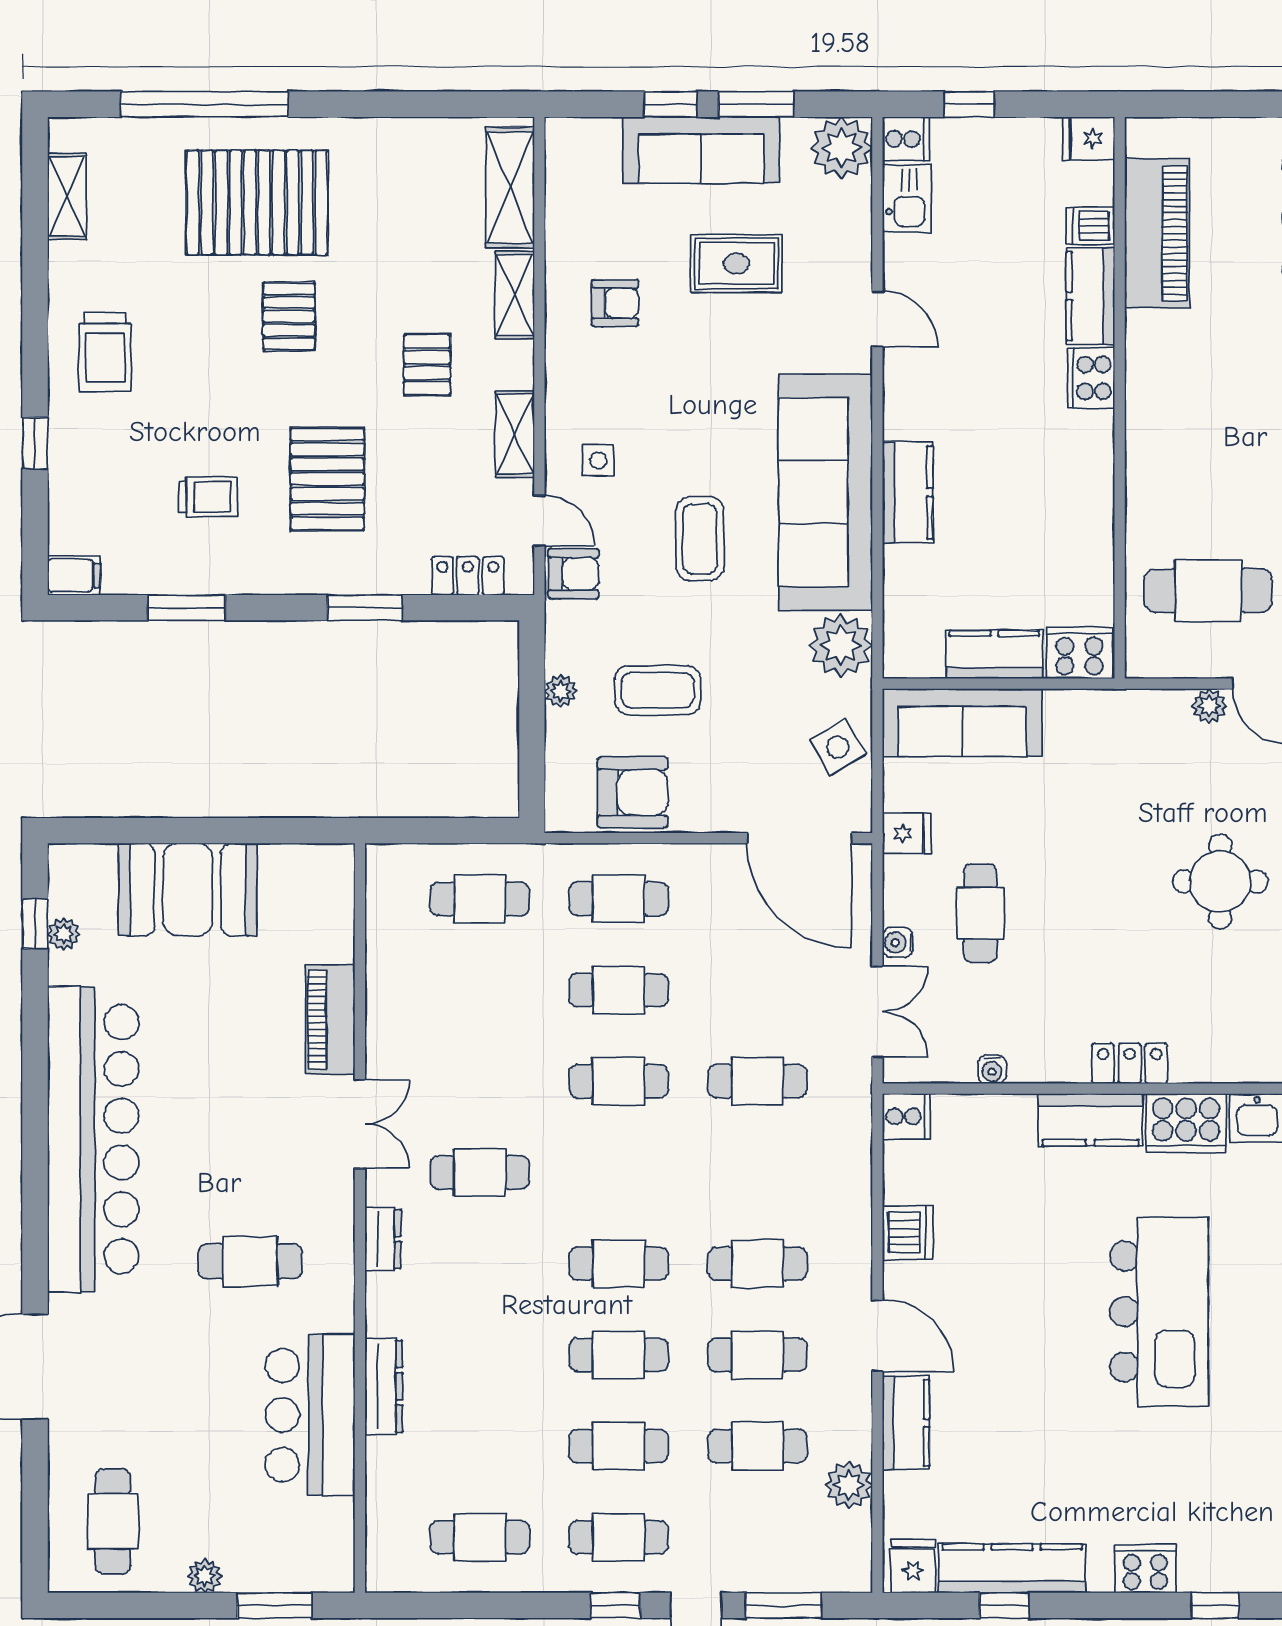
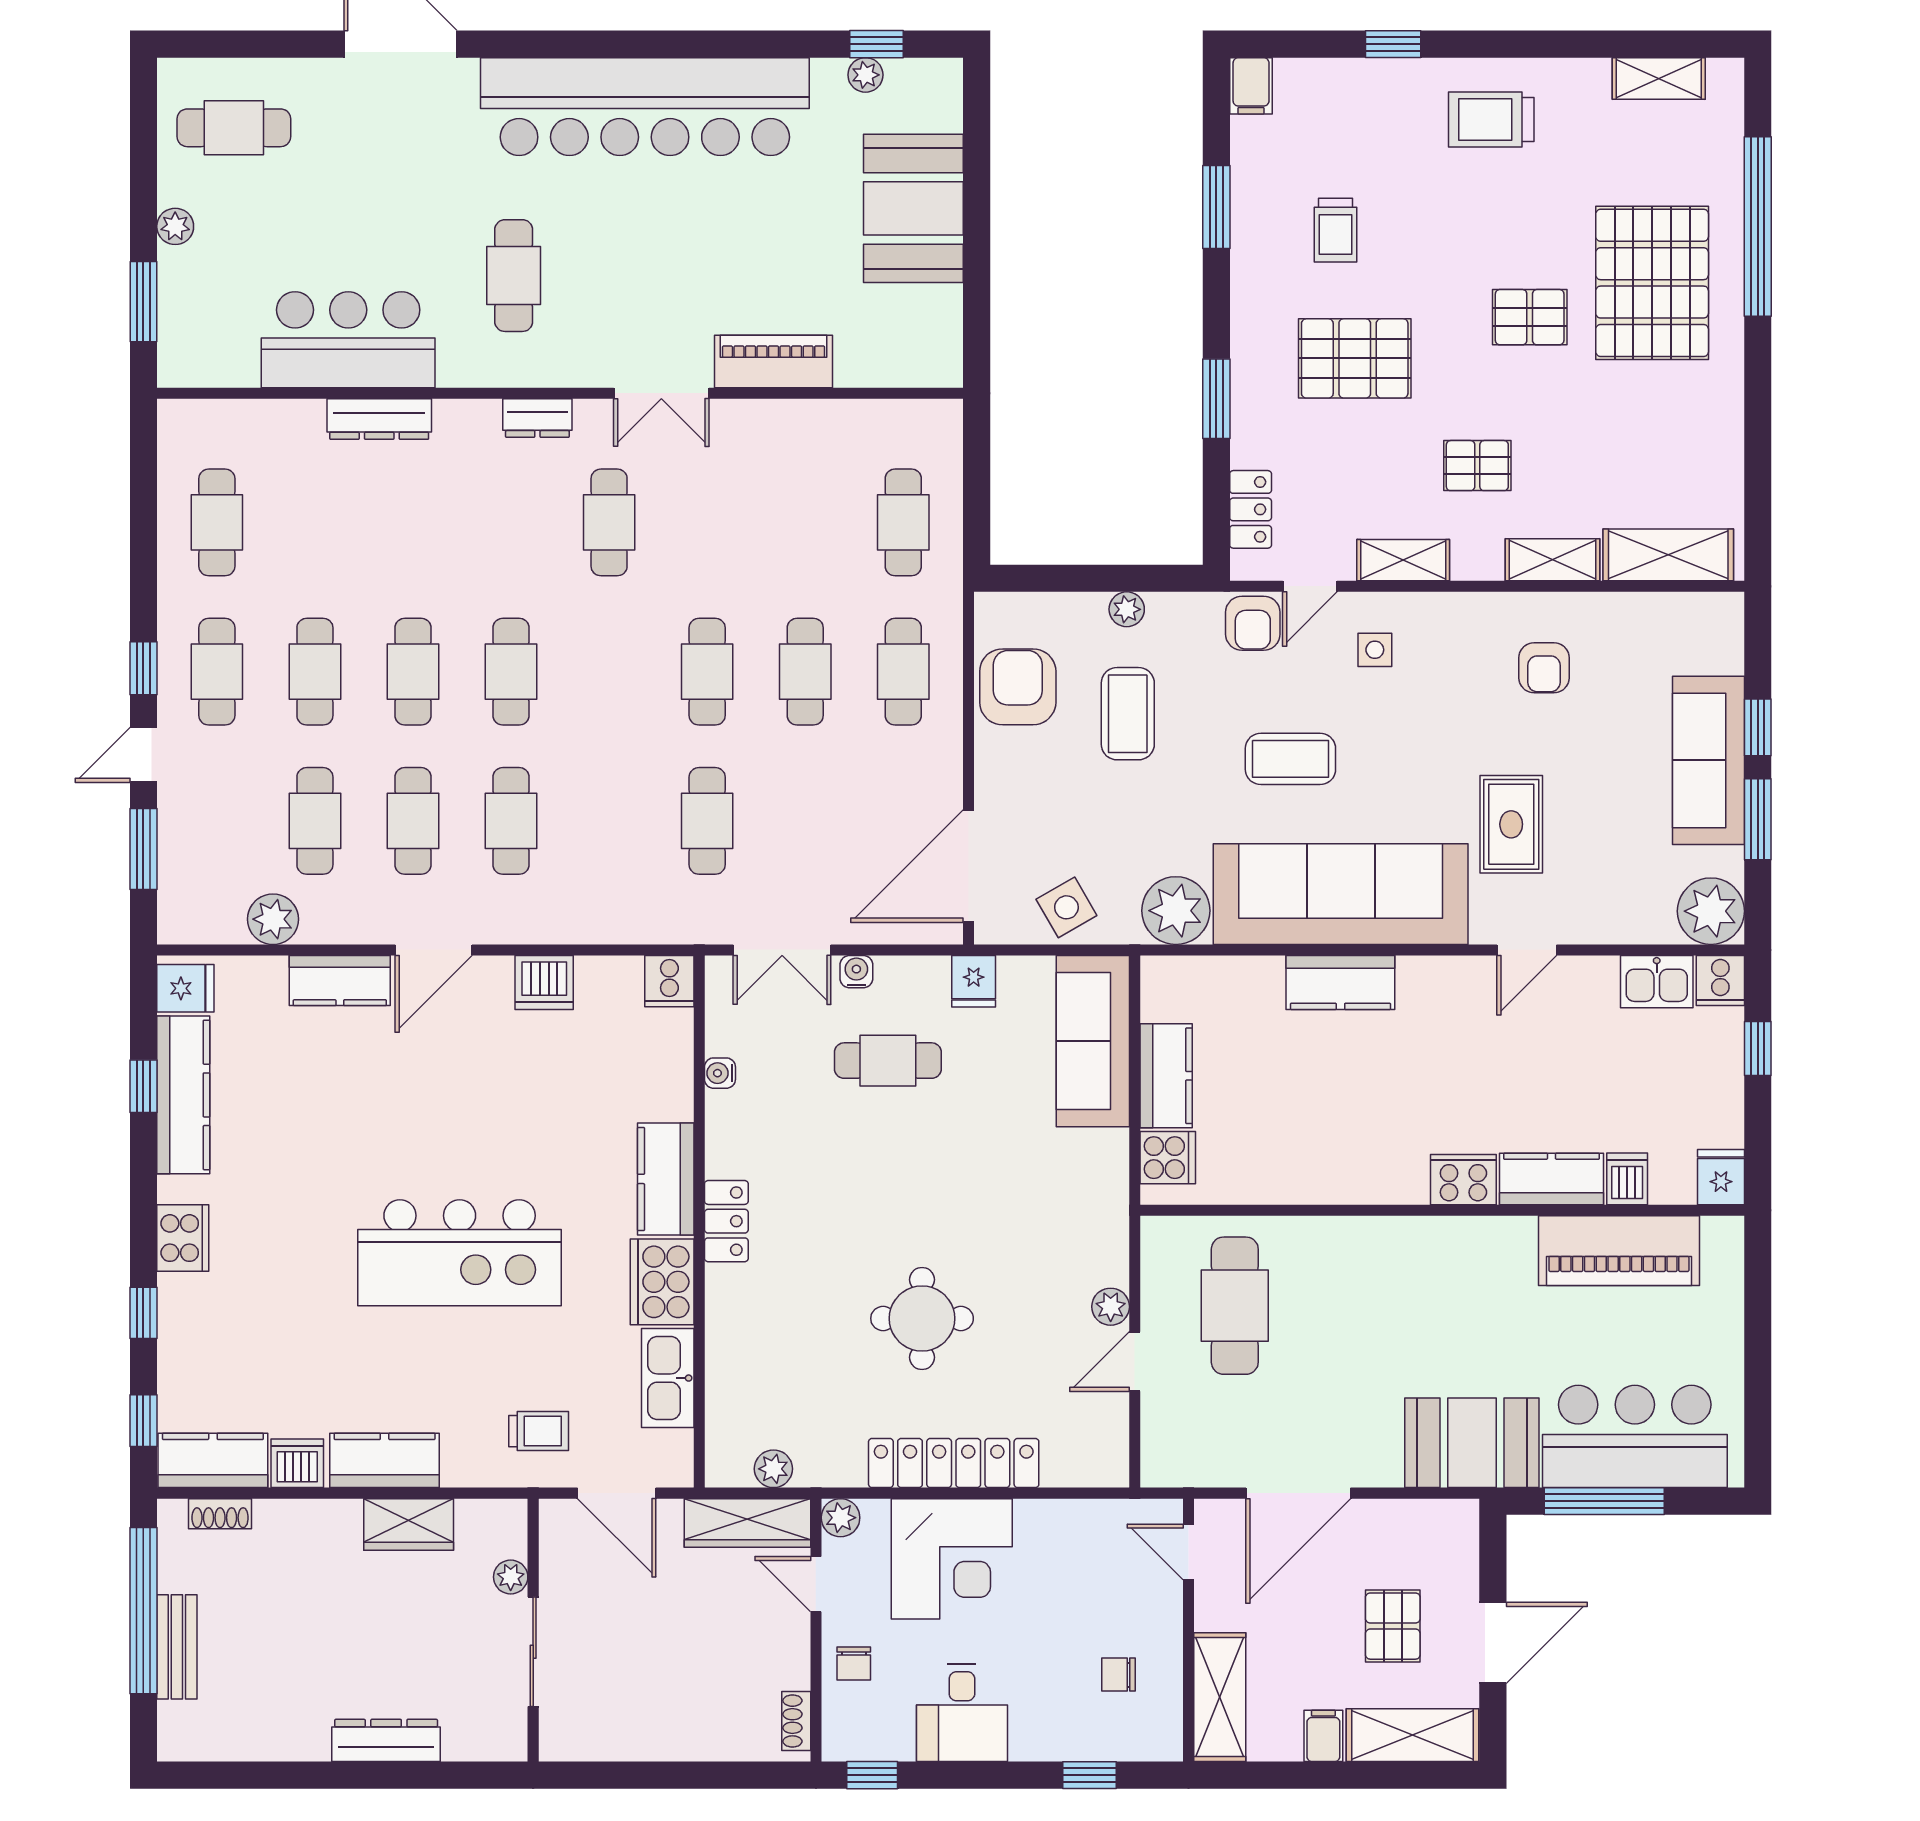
rug: (737, 263) -> (1511, 824), moved
cooker: (1079, 653) -> (1168, 1158), width x0.73
armchair: (633, 792) -> (1018, 687), turned 180

